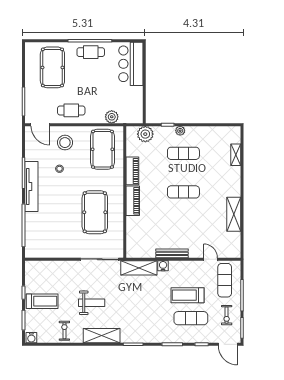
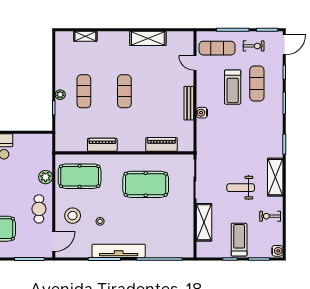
plant: (112, 117) -> (46, 177), moved
plant: (145, 134) -> (64, 131), removed
piano: (133, 201) -> (161, 144), moved
door: (211, 259) -> (195, 63), hinge flipped
shelving: (139, 268) -> (204, 222), moved
weight bench: (92, 303) -> (241, 188), turned -90

